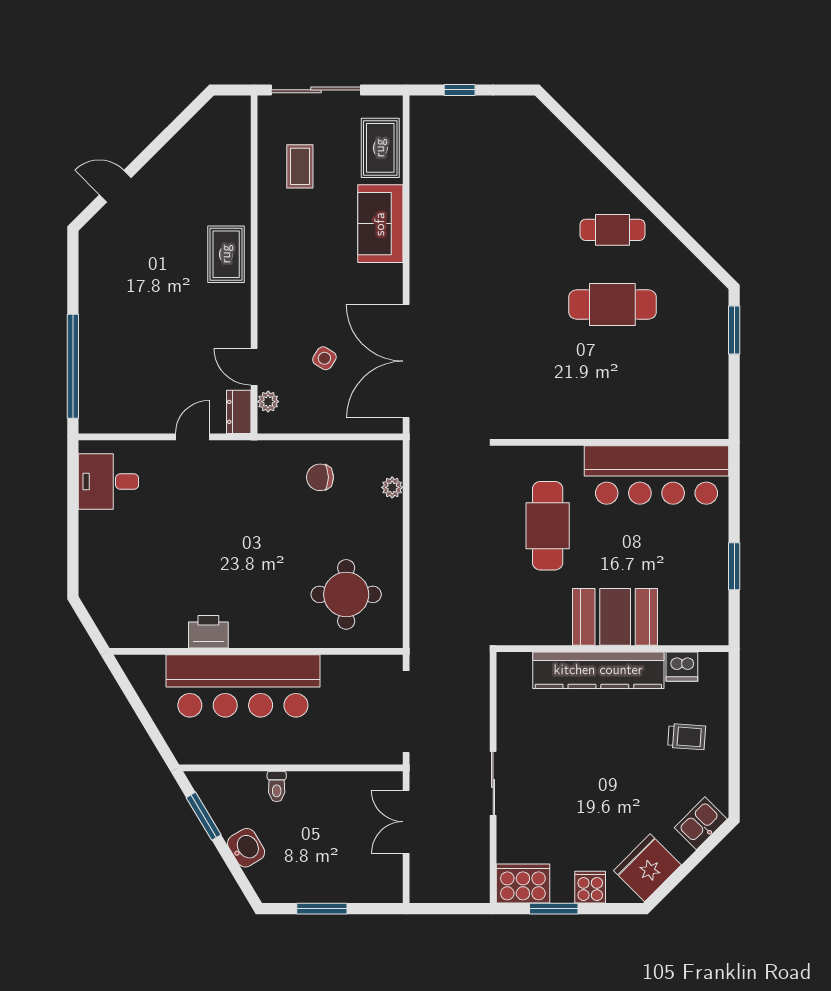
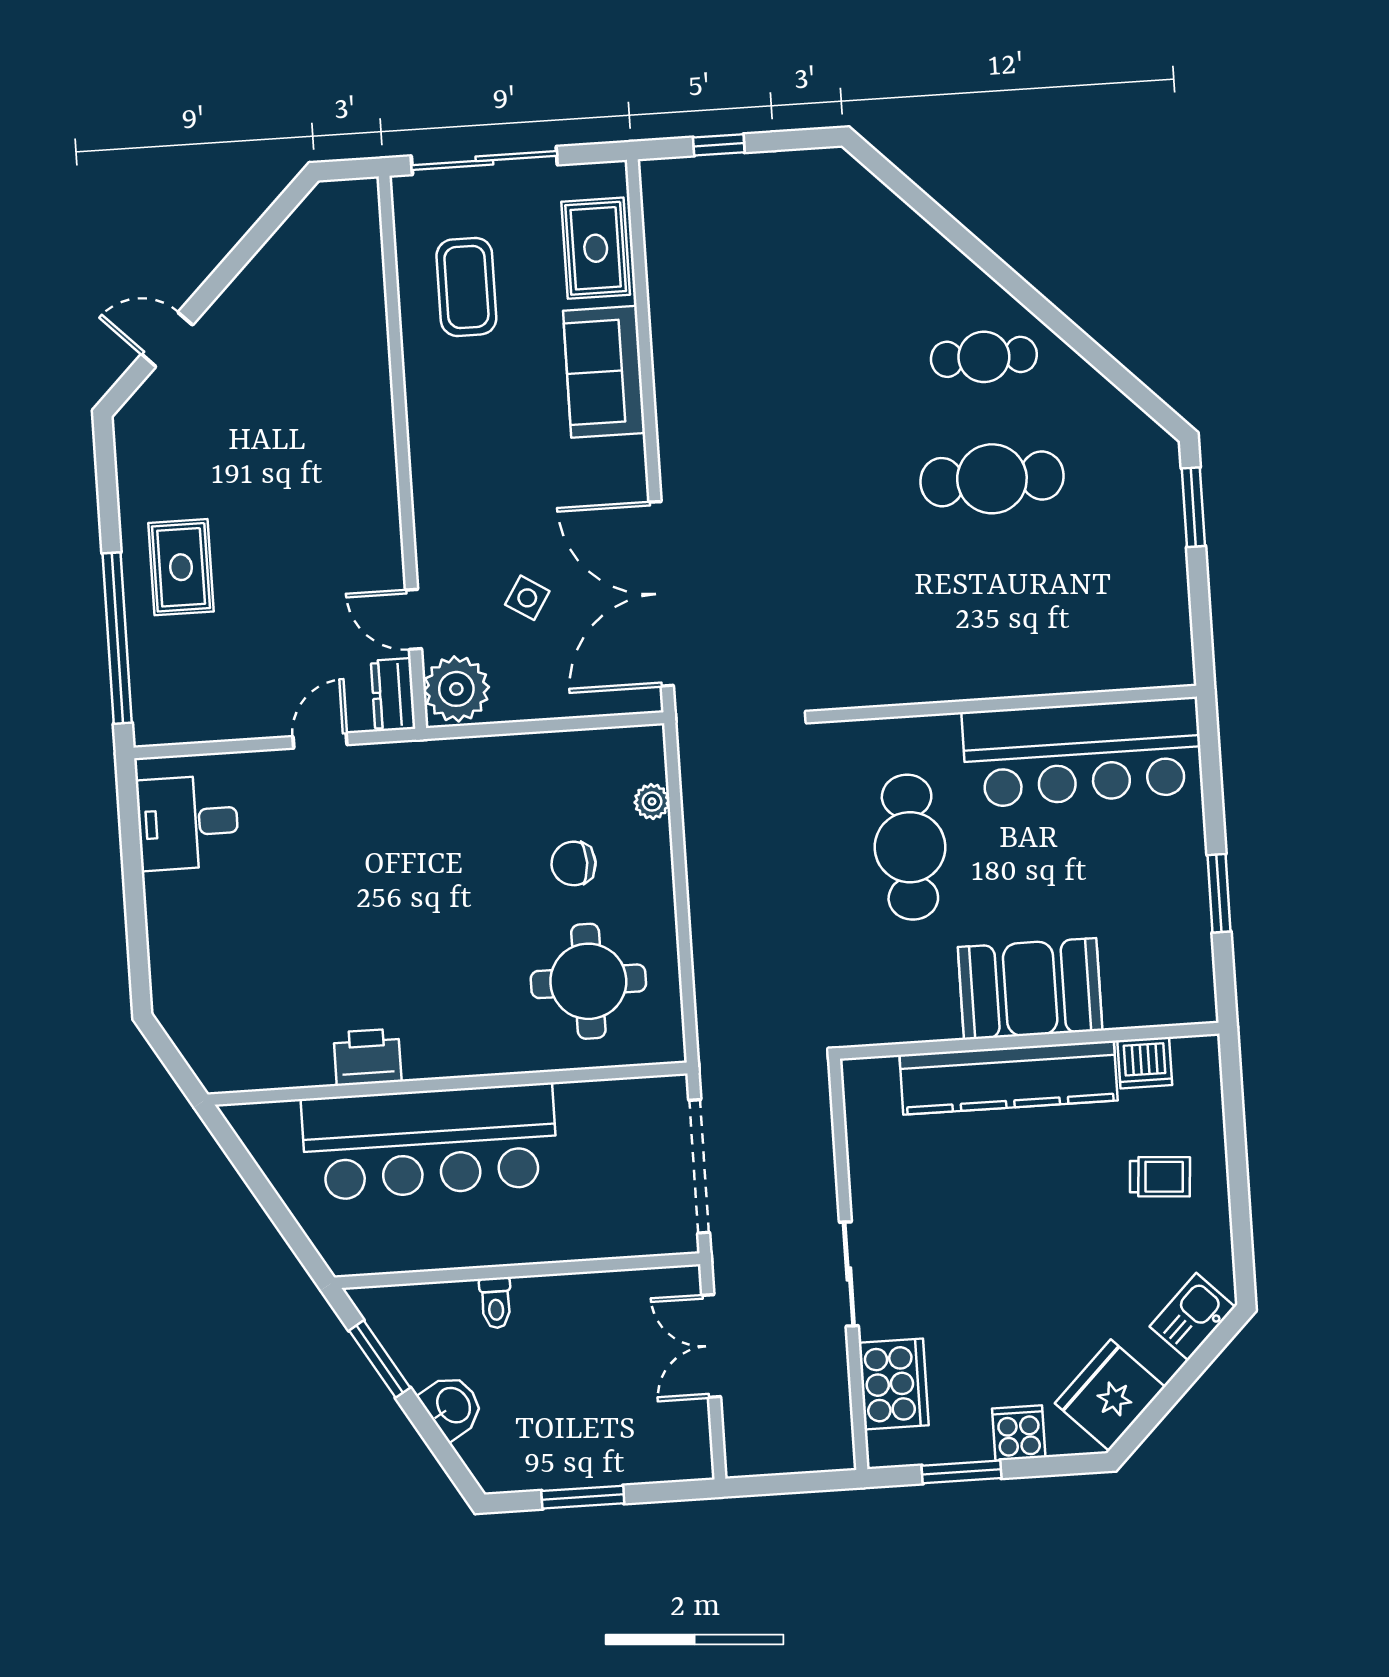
coffee table: (300, 166) -> (466, 287), width x1.36, depth x1.30
rug: (226, 254) -> (181, 567), moved
plant: (268, 402) -> (456, 689), width x1.88, depth x1.88
chair: (320, 477) -> (574, 863), moved
cooker: (523, 884) -> (894, 1384), moved, turned 90

